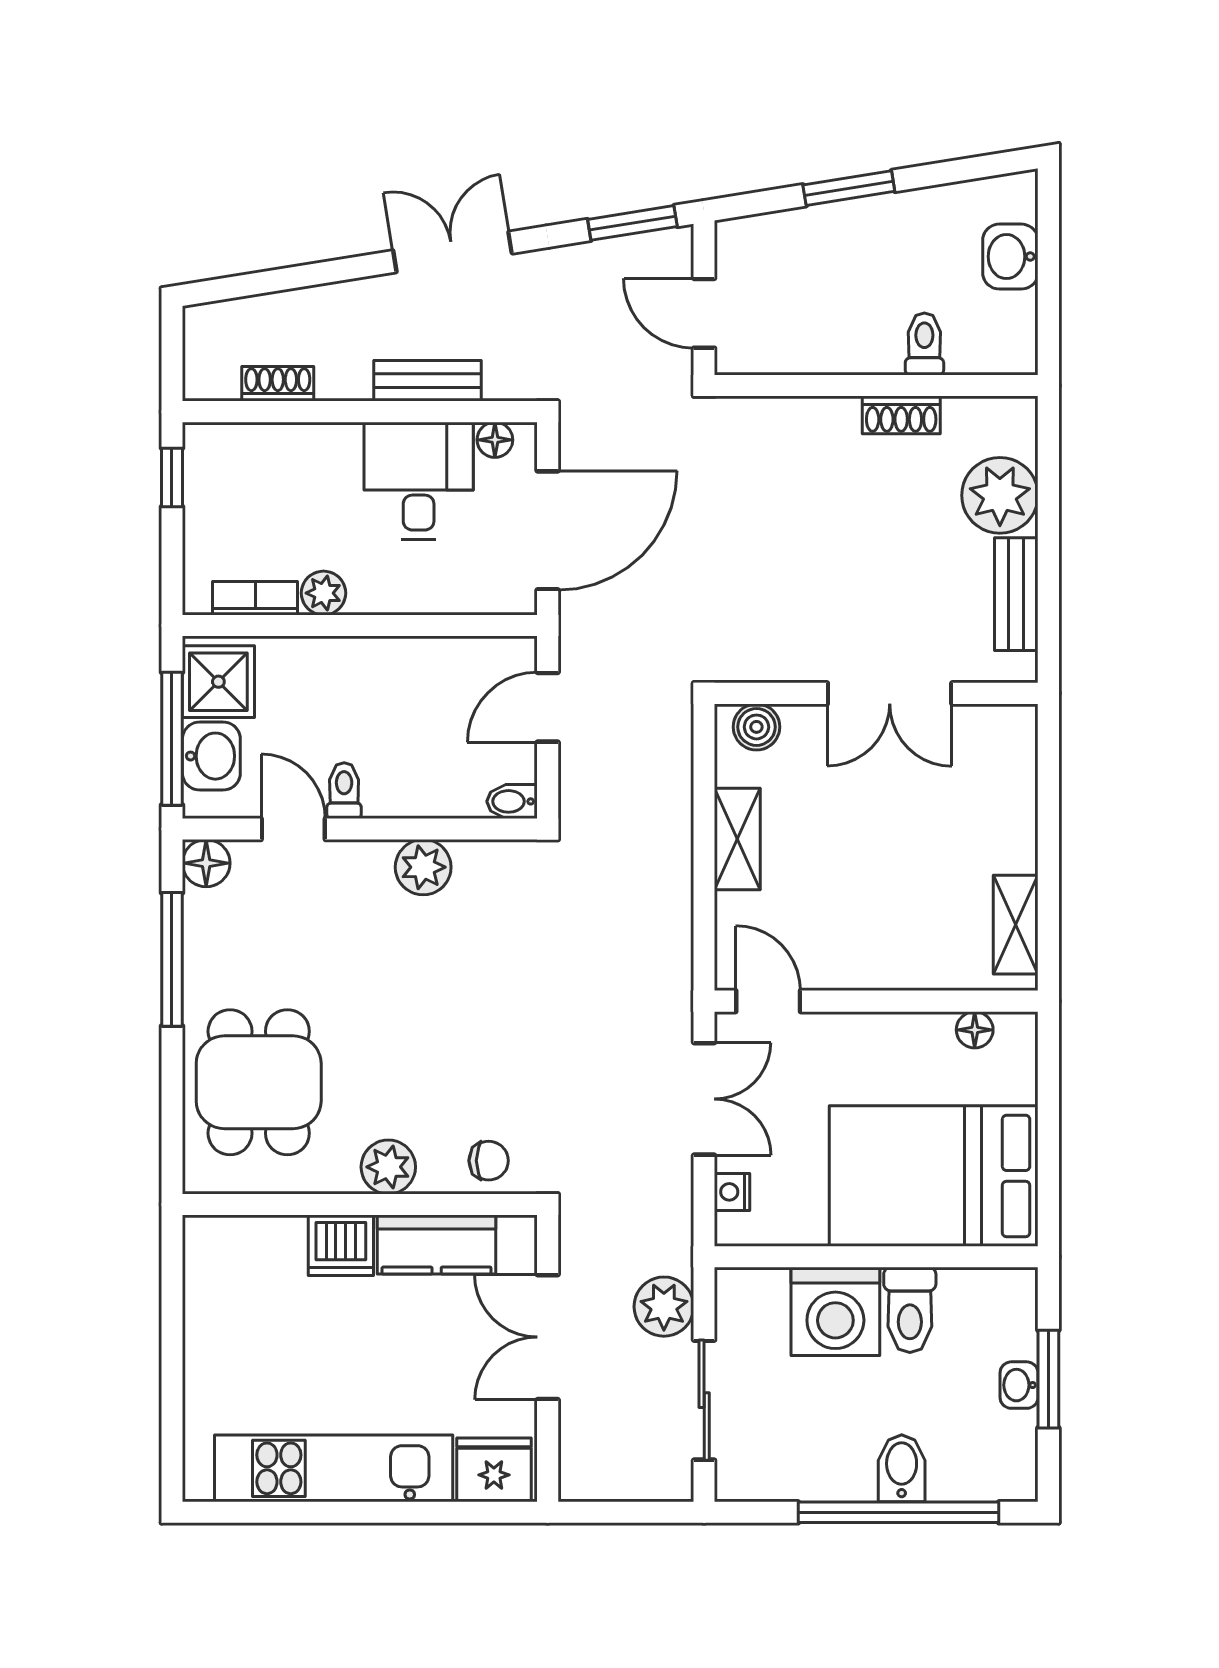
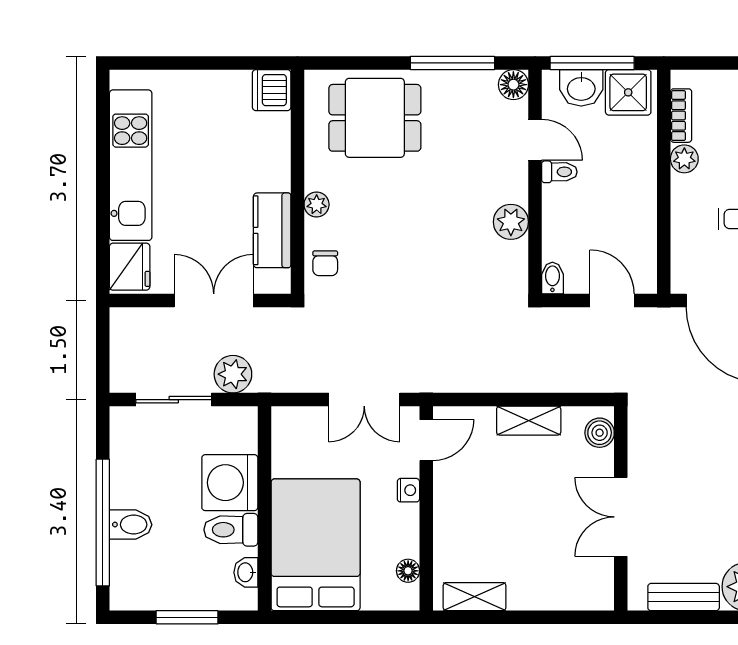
door: (293, 829) -> (535, 140), hinge flipped
plant: (388, 1167) -> (317, 205), width x0.73, depth x0.73
nightstand: (732, 1192) -> (408, 490), moved, turned 90
dishwasher: (341, 1245) -> (272, 90), moved
washbasin: (1019, 1385) -> (246, 572), moved, turned -90

